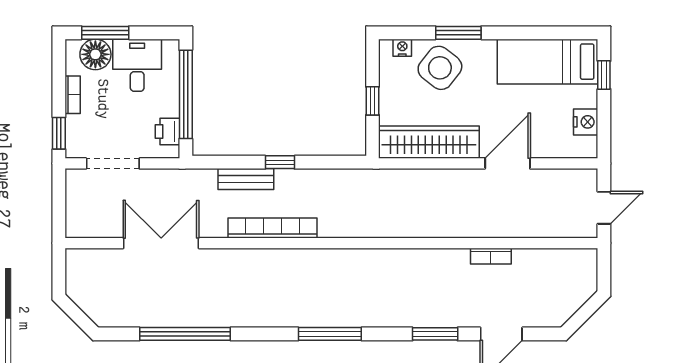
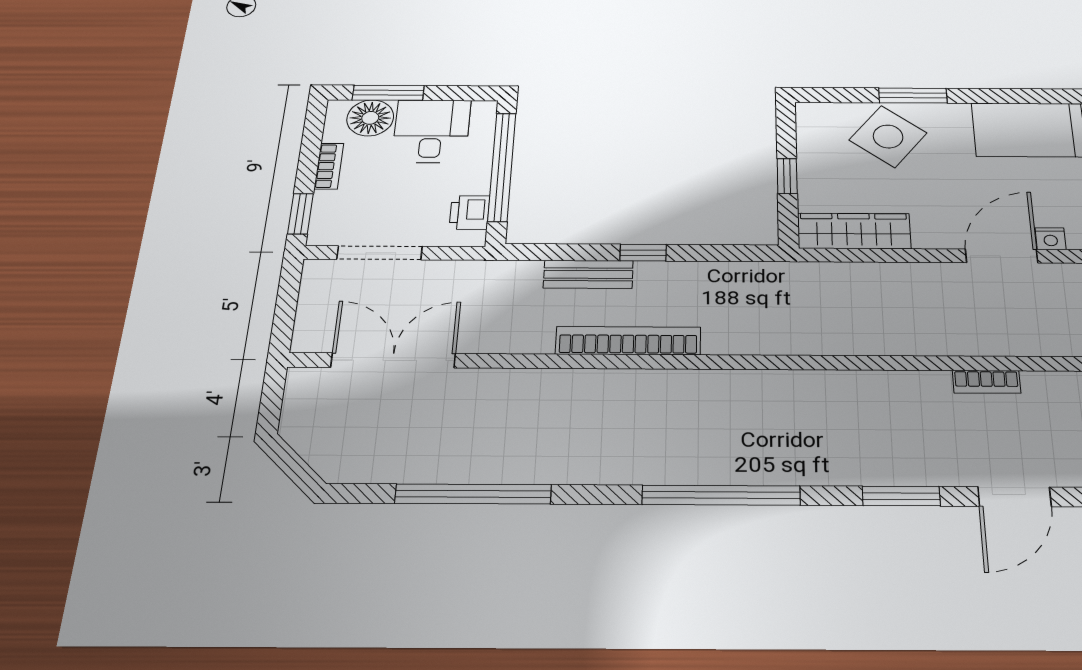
nightstand: (402, 48) -> (1051, 239), moved, turned 180
wardrobe: (429, 142) -> (854, 231), width x0.71, depth x0.85
double door: (161, 243) -> (393, 360), moved
window: (330, 334) -> (721, 495), width x1.46

